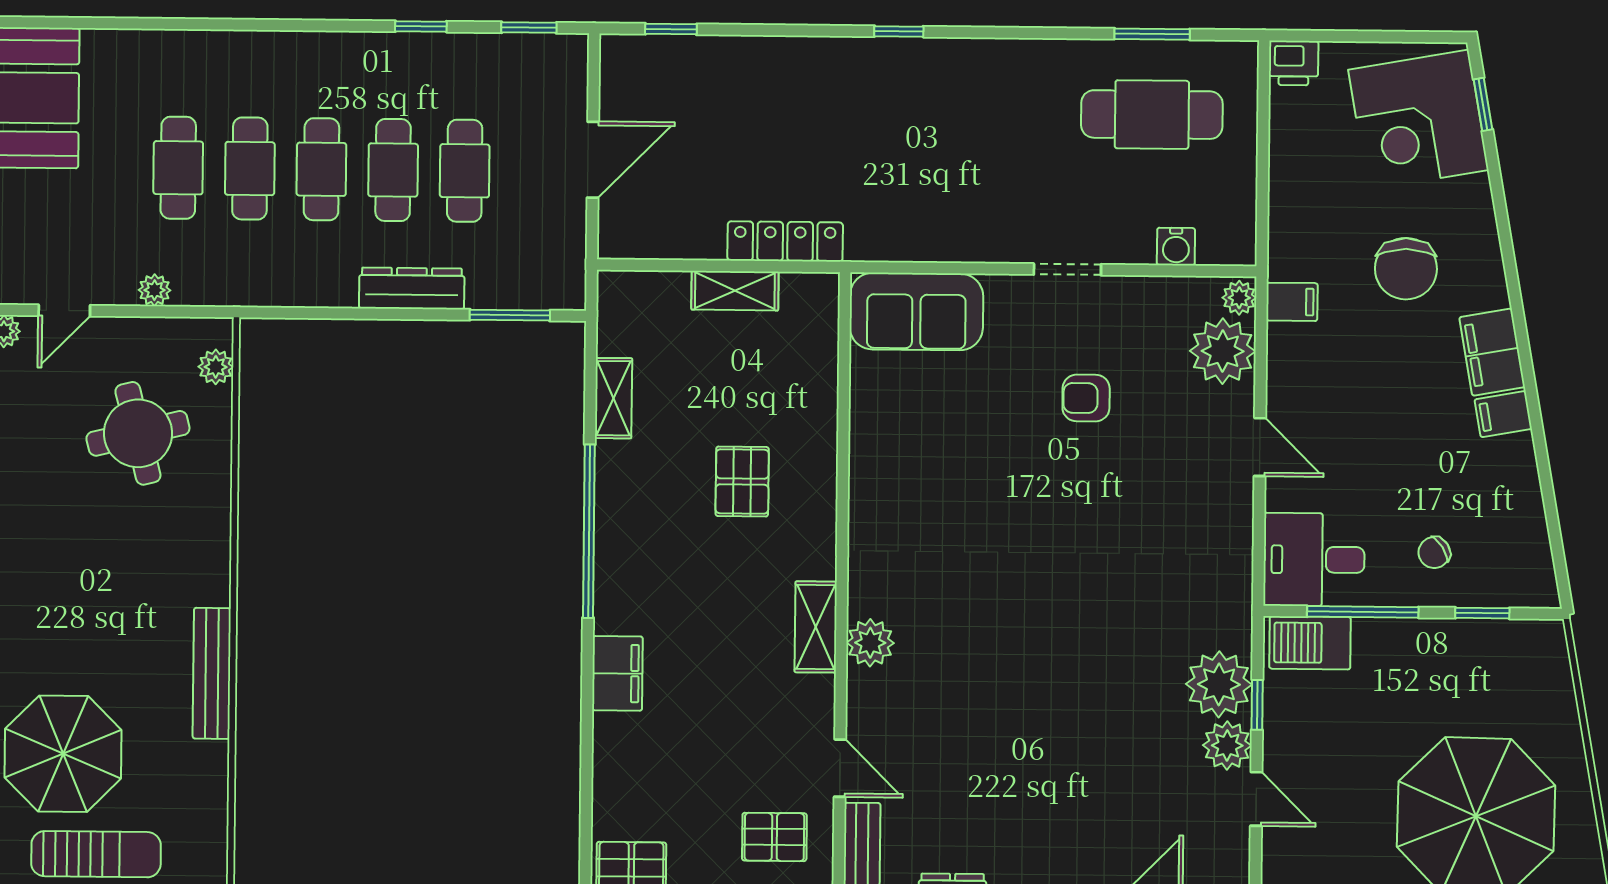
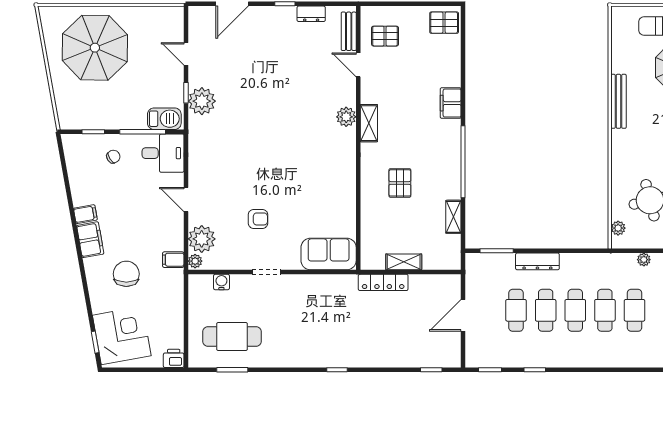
plant: (1227, 745) -> (198, 76), removed

